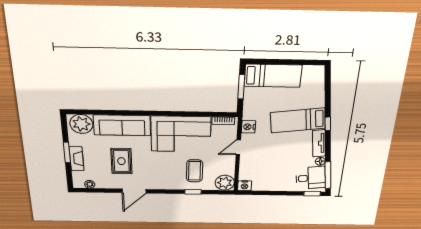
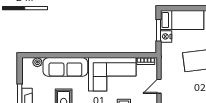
plant: (81, 124) -> (37, 62), width x0.53, depth x0.53
nightstand: (248, 127) -> (166, 36), moved

